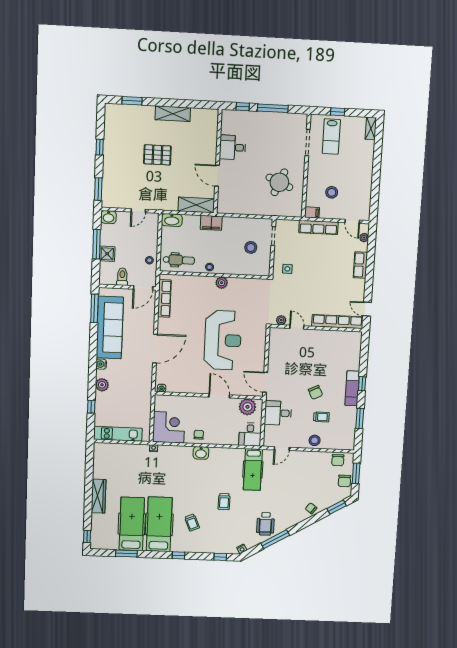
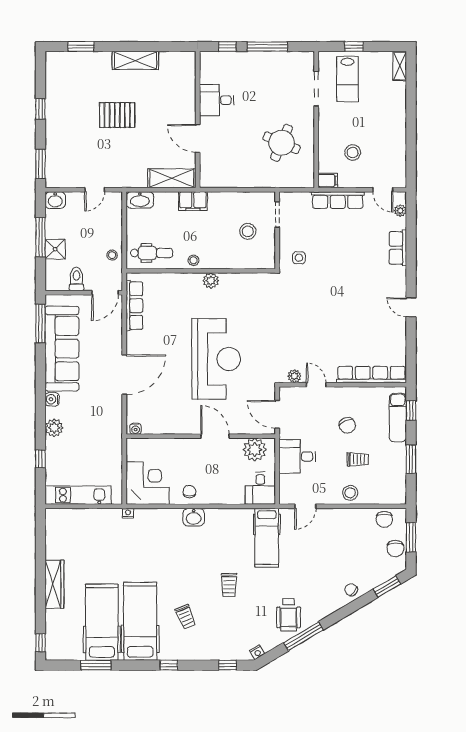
plant: (281, 320) -> (294, 376), moved
row of seats: (337, 322) -> (371, 375), moved
door: (297, 327) -> (316, 385), moved
wall: (316, 328) -> (343, 385), moved

